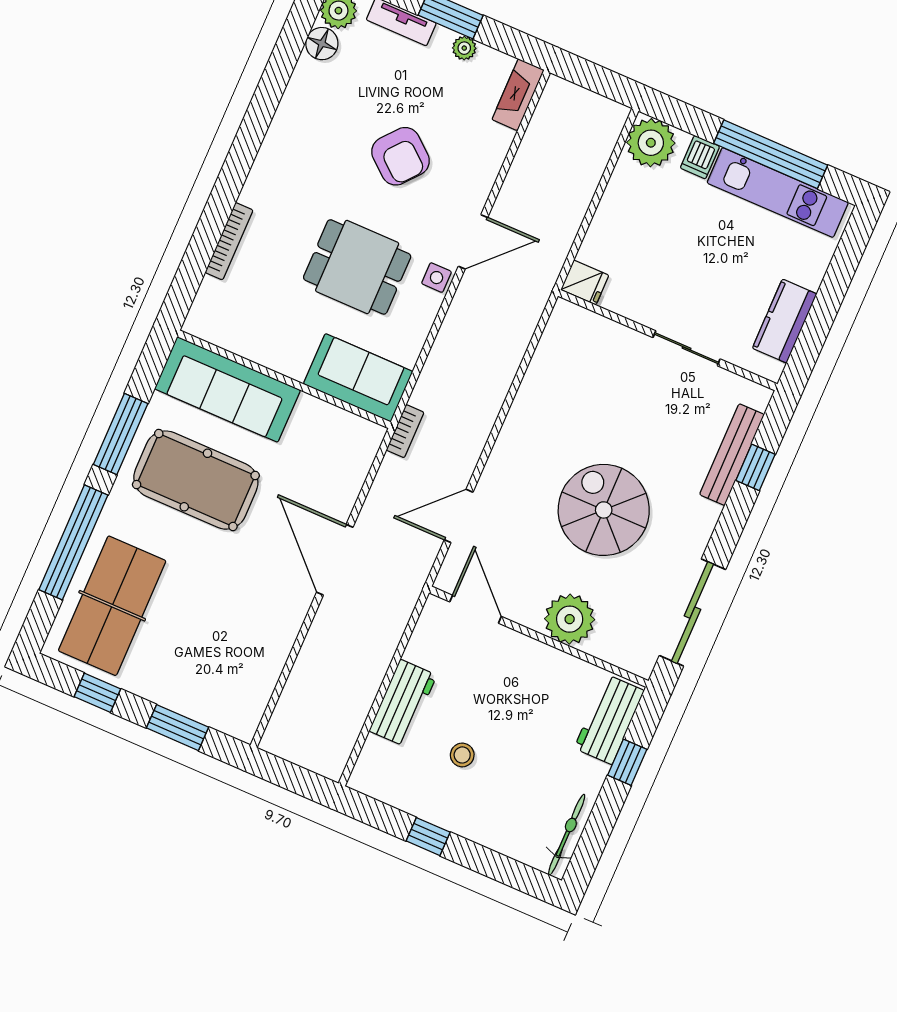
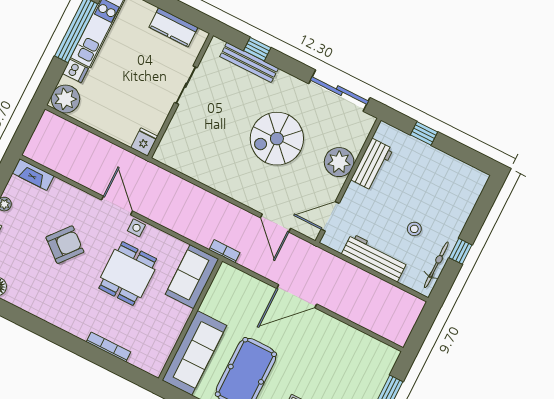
workbench: (403, 703) -> (374, 258), width x1.38
workbench: (609, 719) -> (372, 164), moved, turned -90
bicycle: (567, 835) -> (436, 265), moved, turned 90

